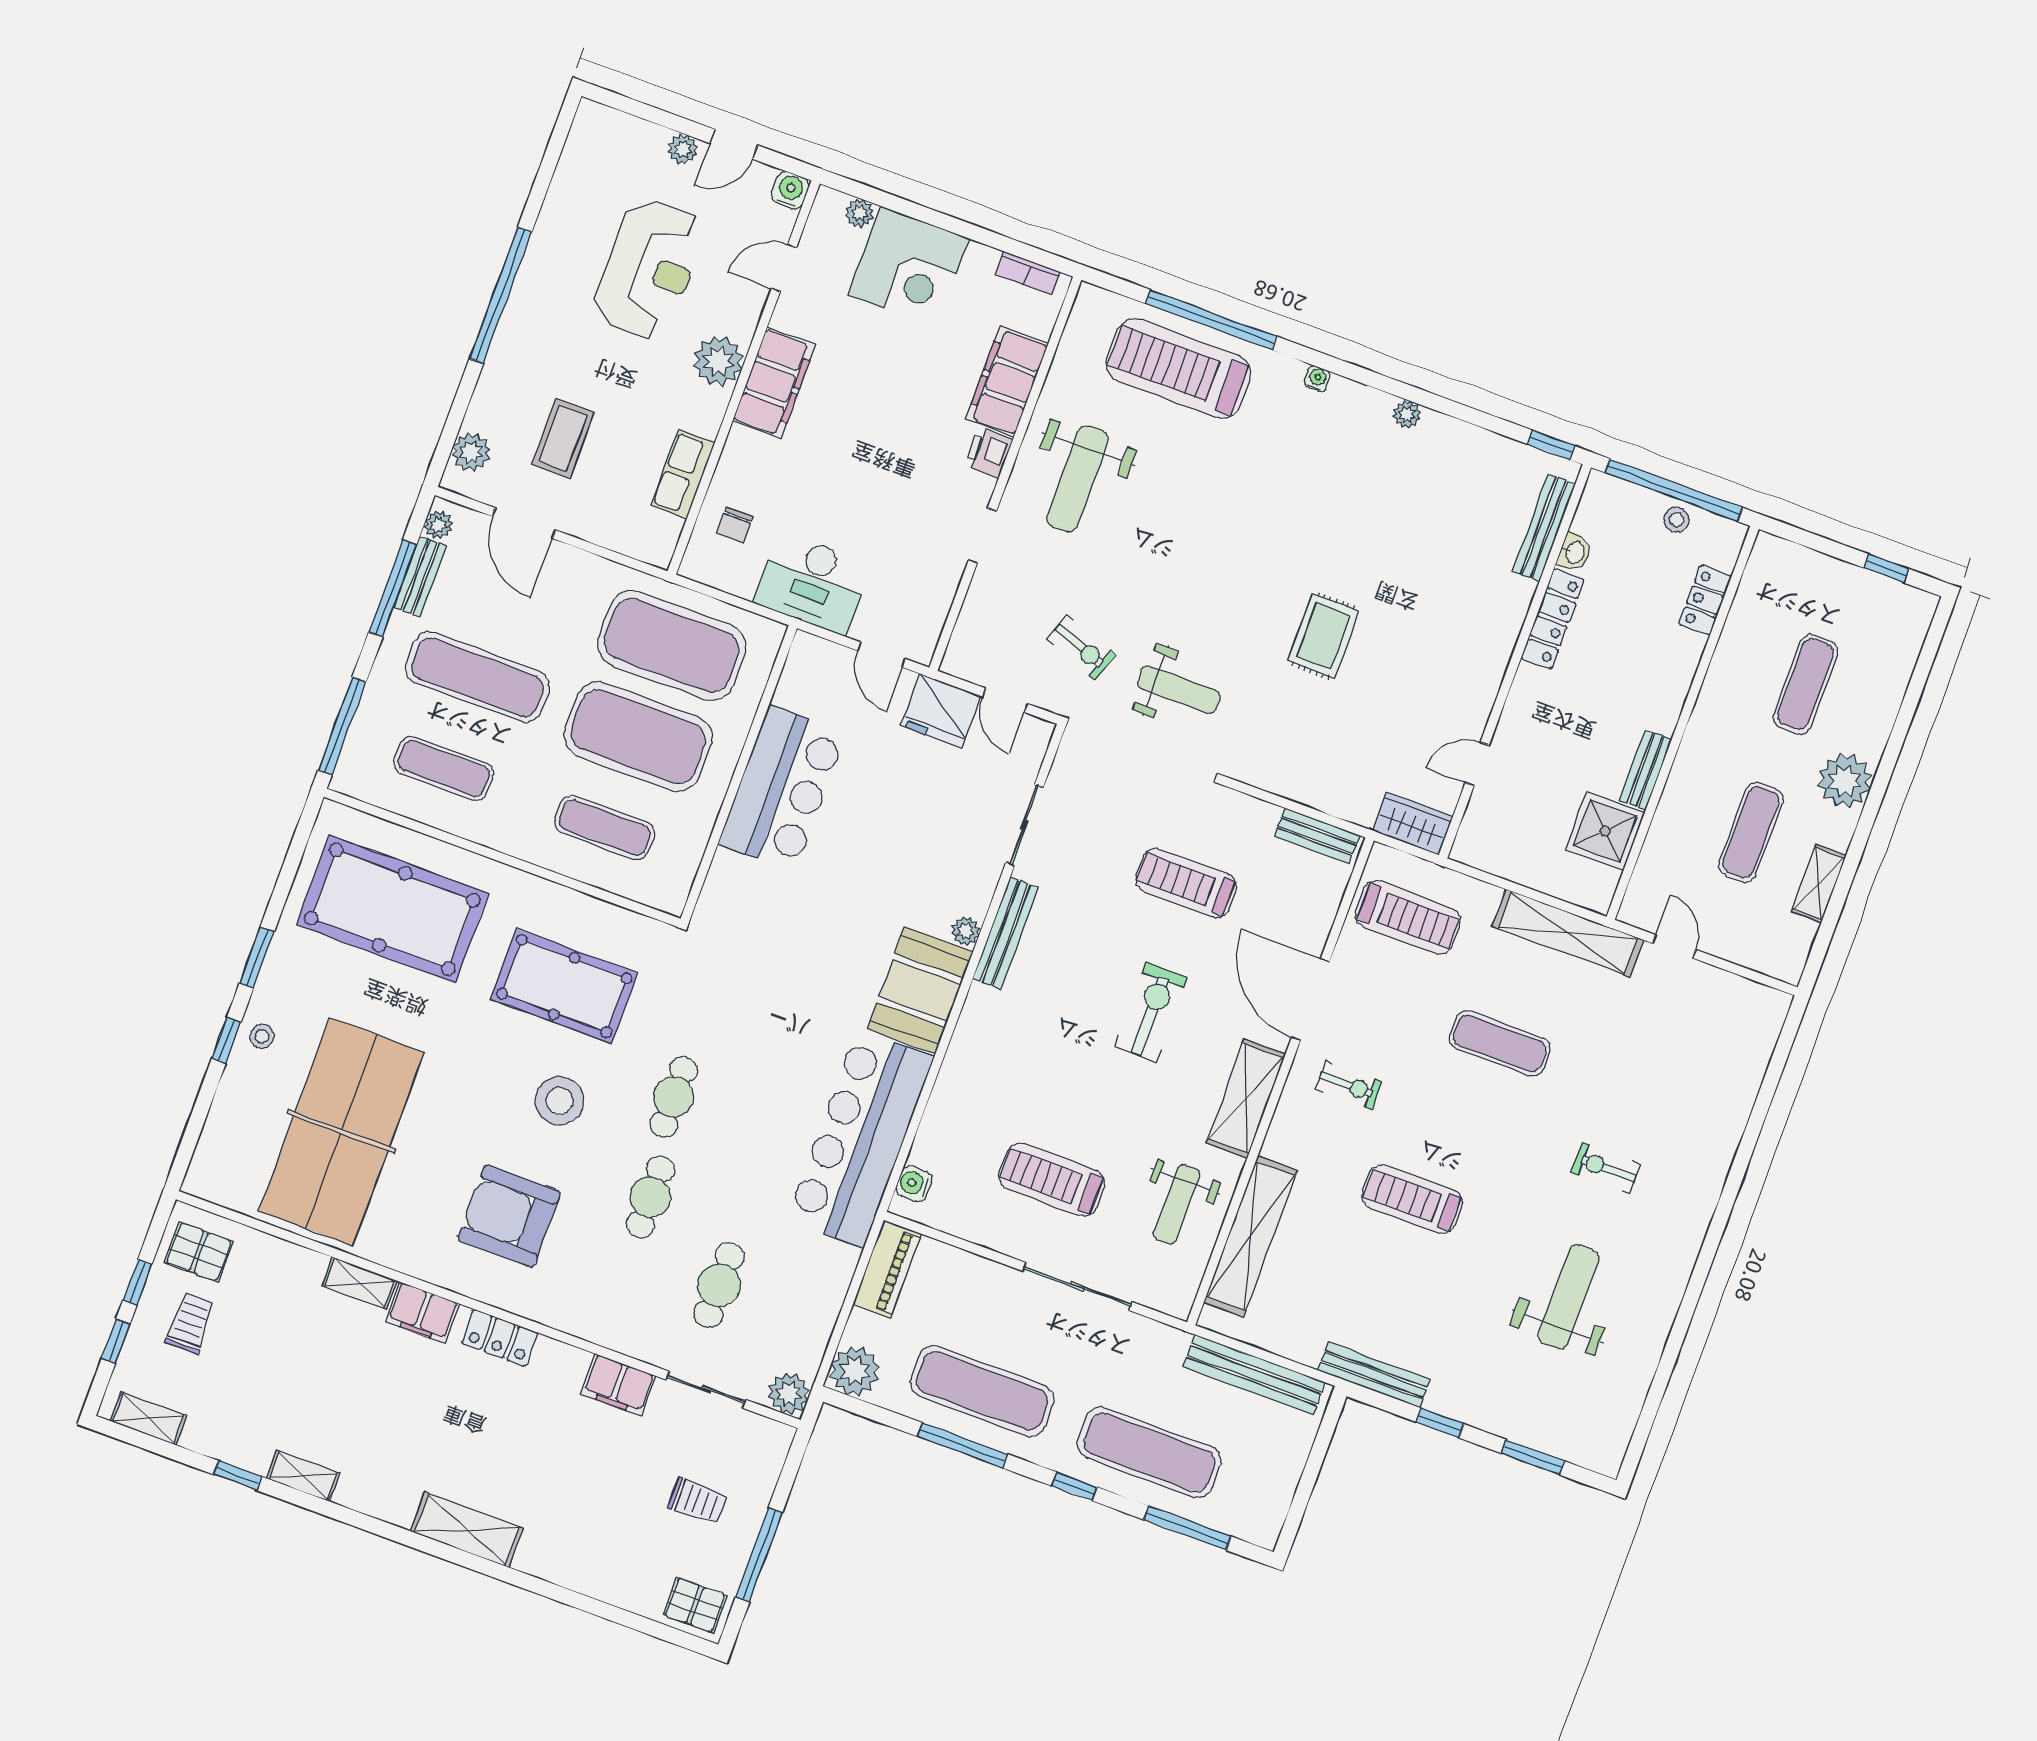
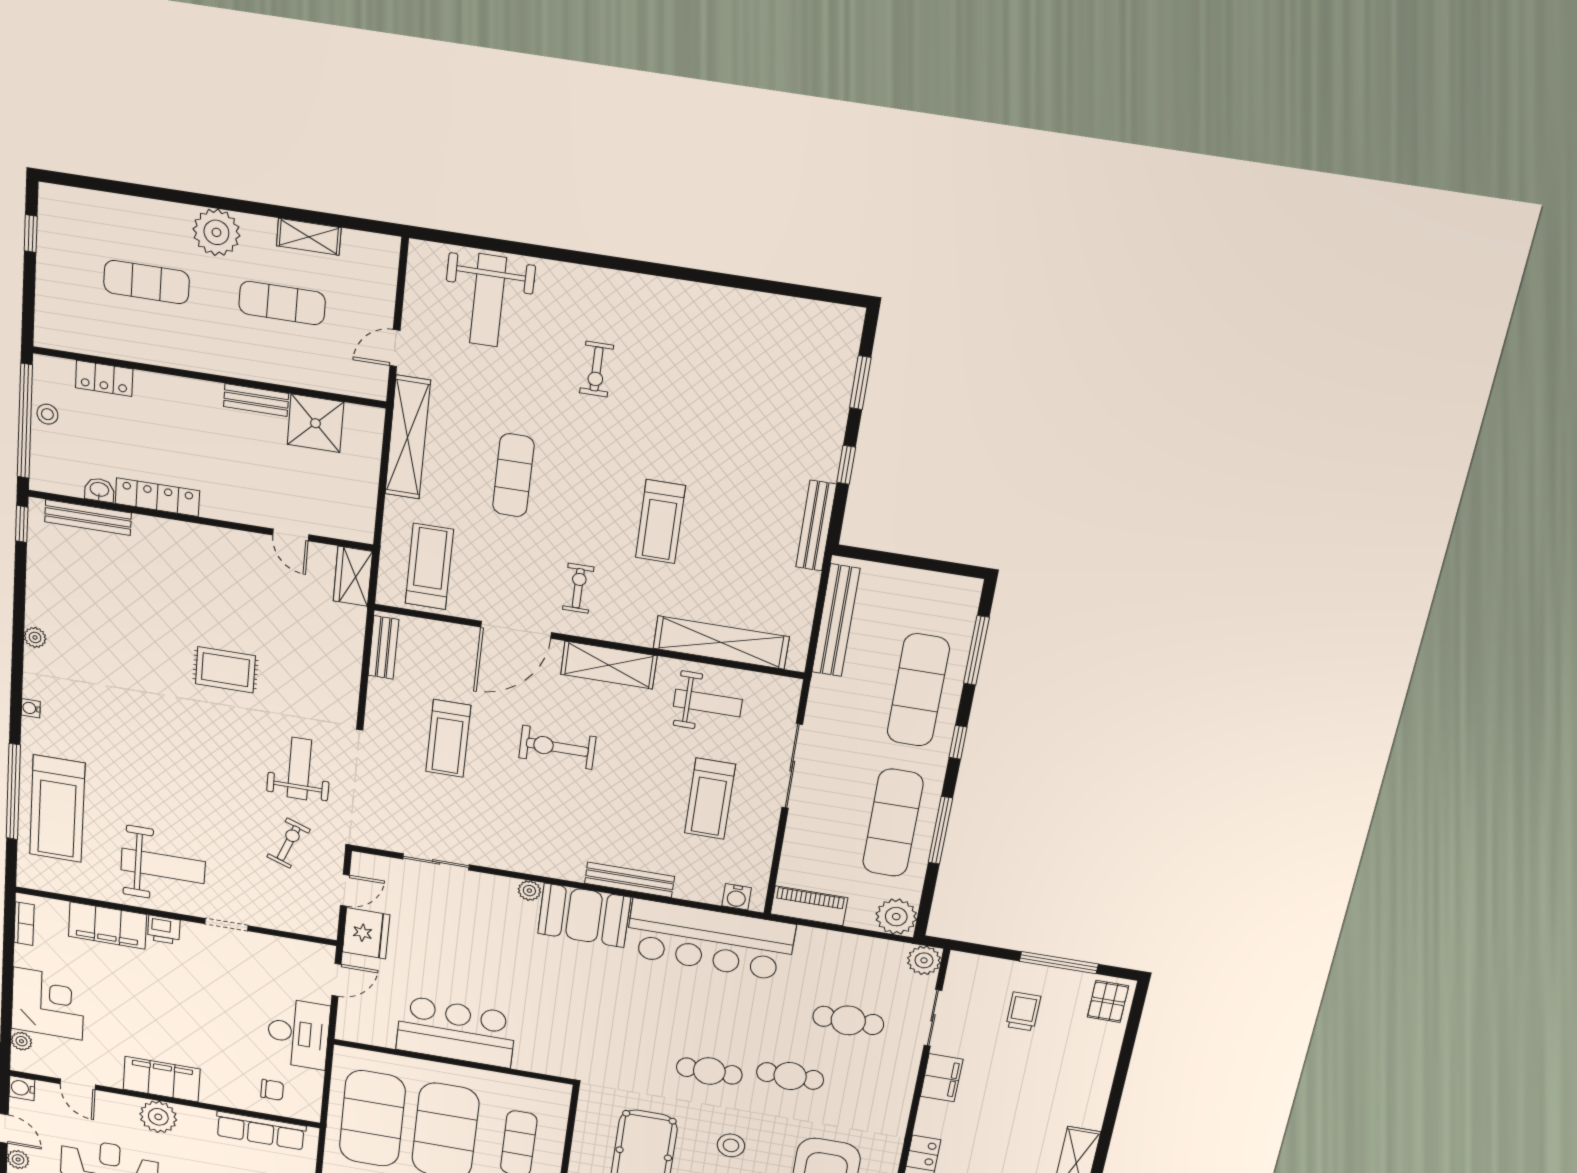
row of seats: (683, 474) -> (261, 1131), width x1.48
bench: (1005, 933) -> (629, 880), moved
stool: (560, 1101) -> (731, 1145), width x0.73, depth x0.73
weight bench: (1568, 1297) -> (488, 300), moved, turned -90

